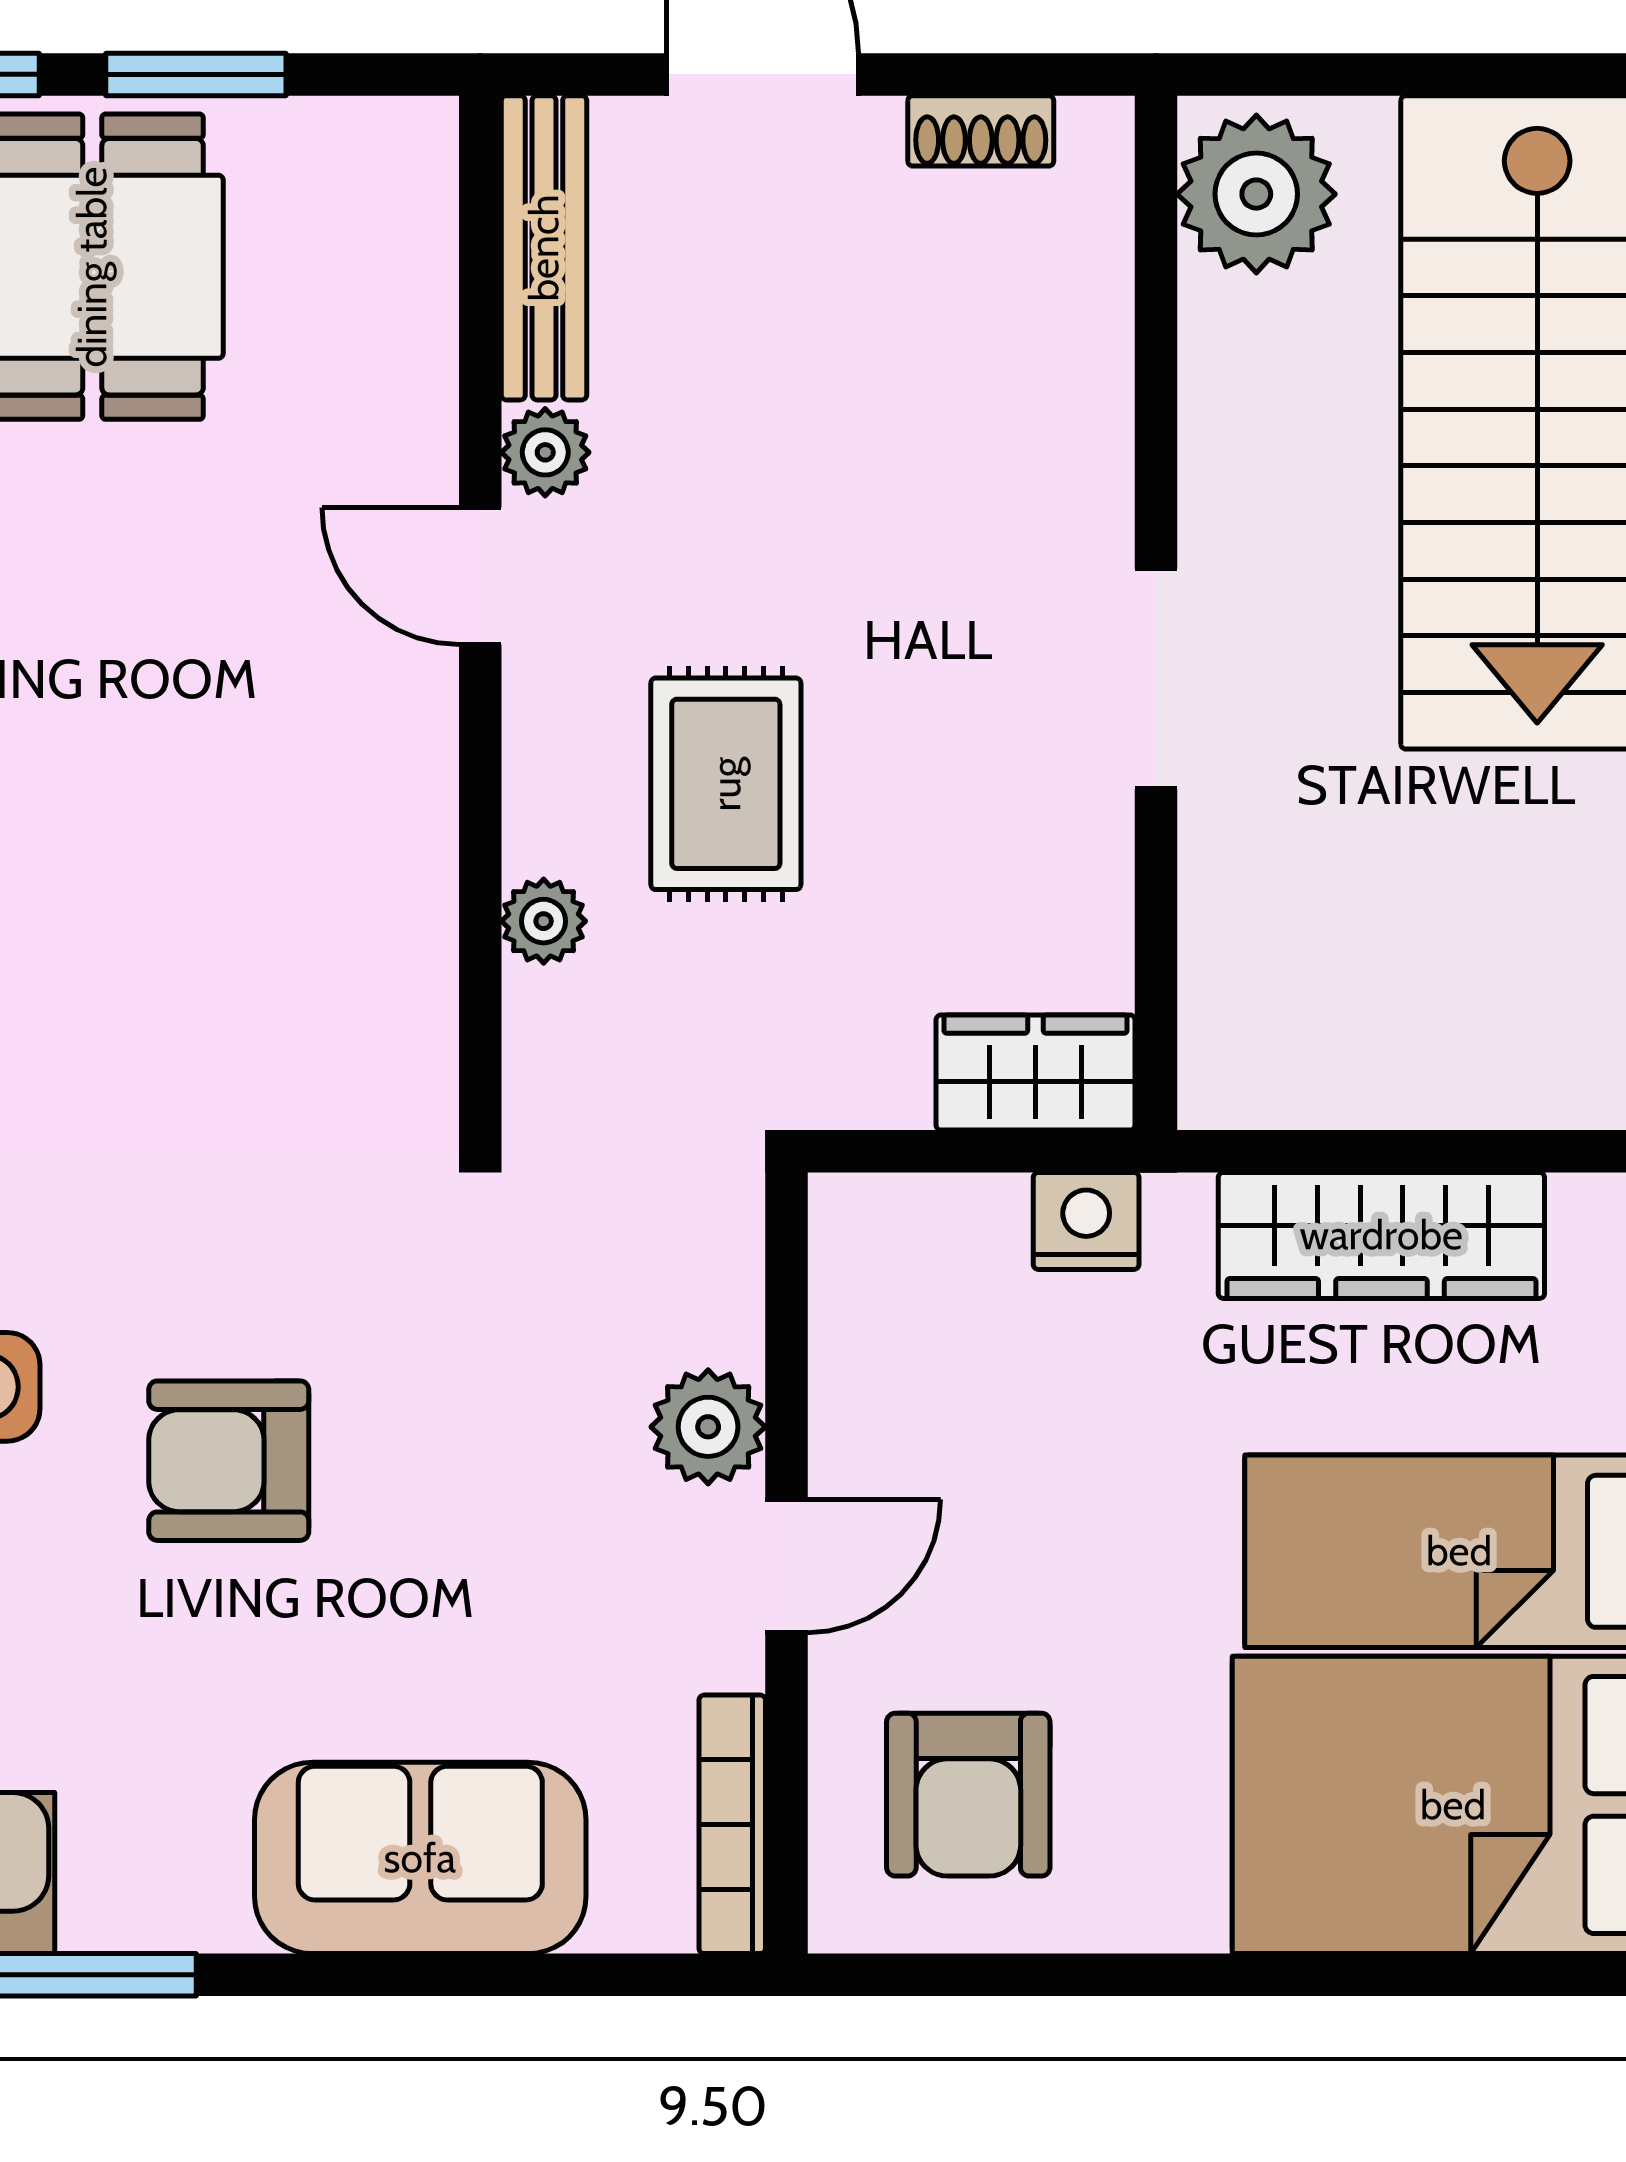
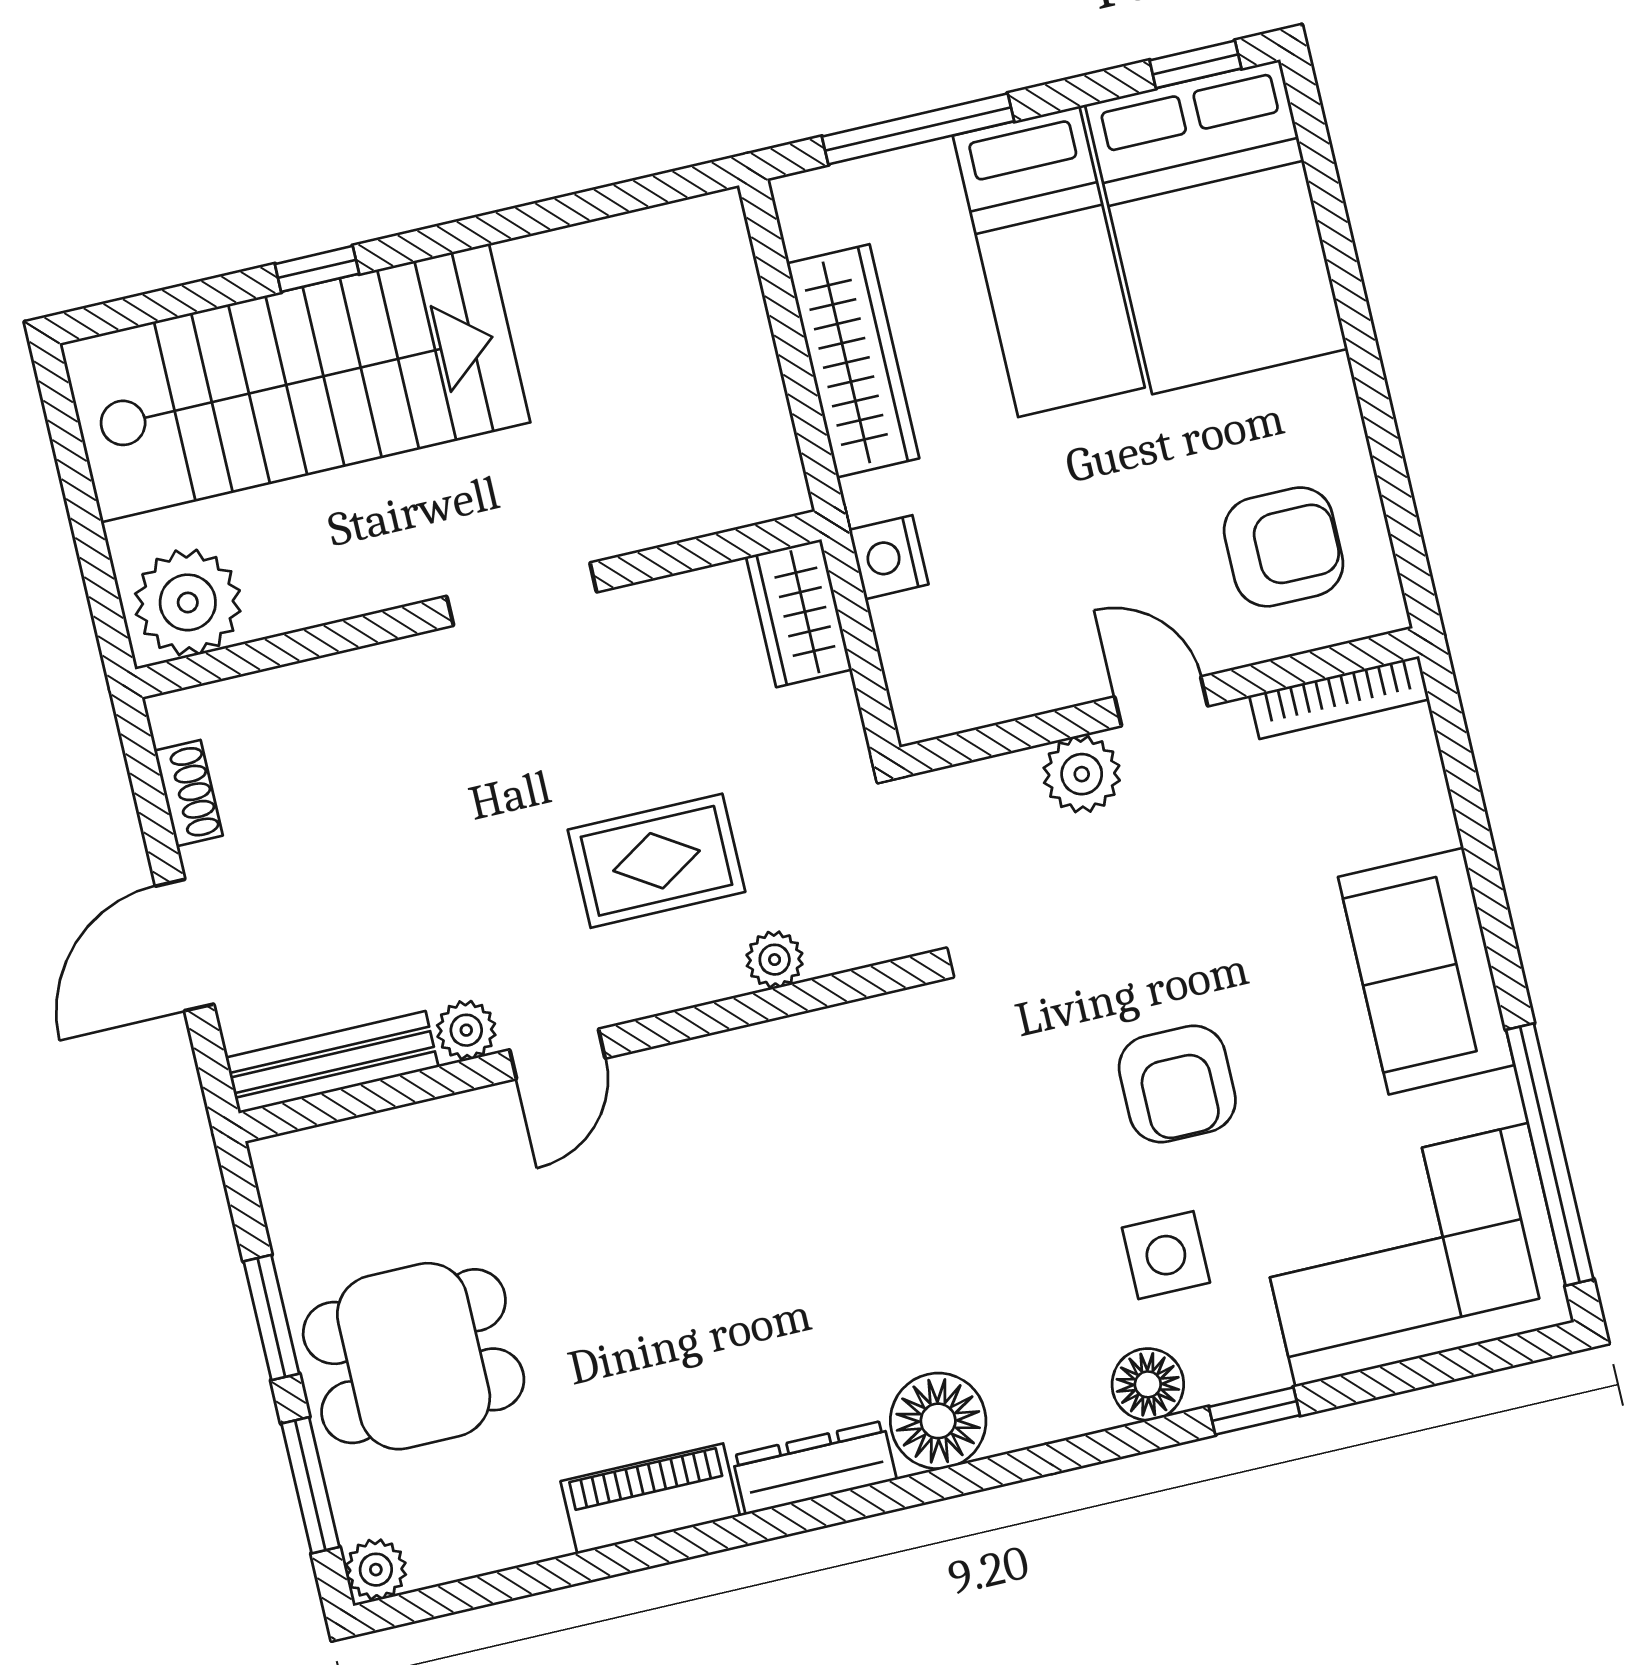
sofa: (420, 1858) -> (1426, 971), moved

